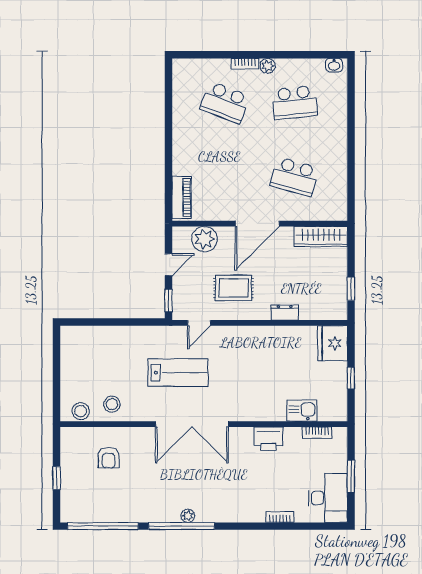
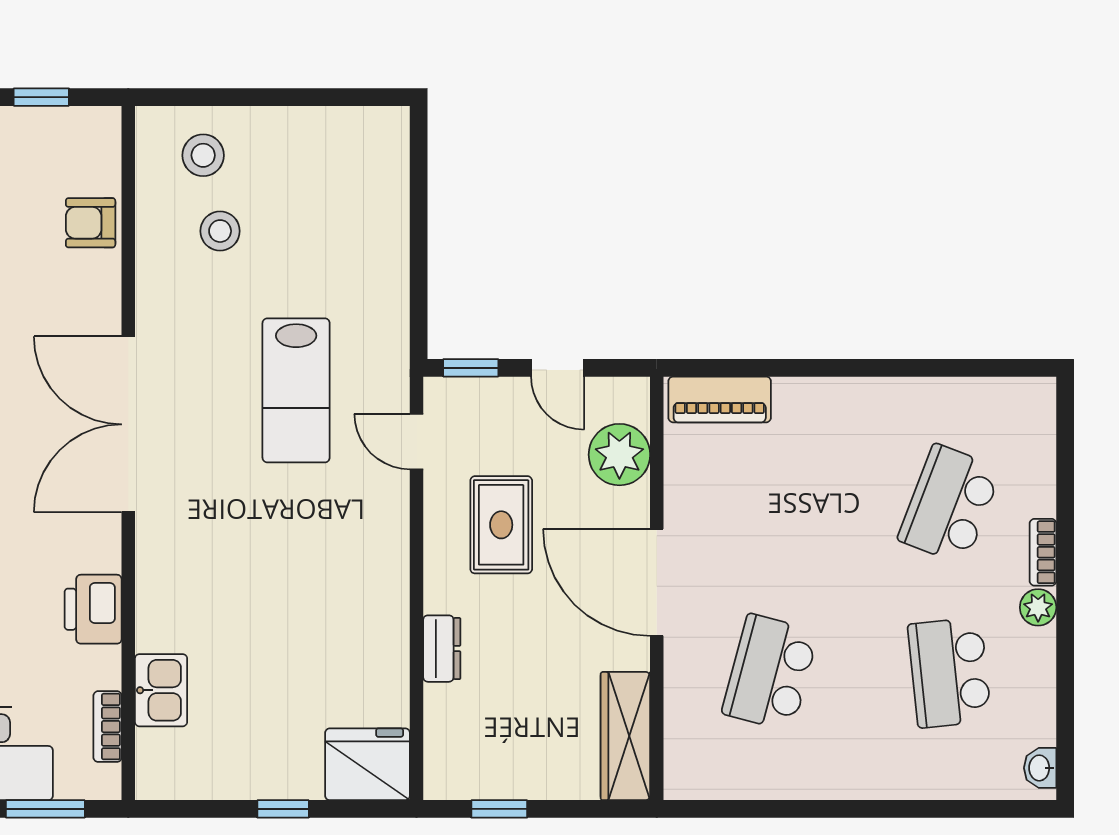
kitchen sink: (302, 411) -> (161, 690), moved
double door: (192, 424) -> (128, 424), moved
wall: (204, 424) -> (128, 453), moved
bookcase: (317, 433) -> (108, 727), moved
printer: (268, 439) -> (93, 609), moved

